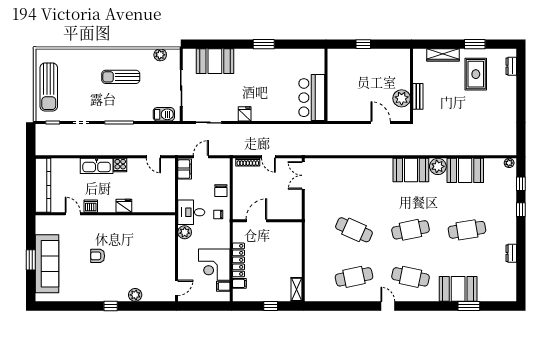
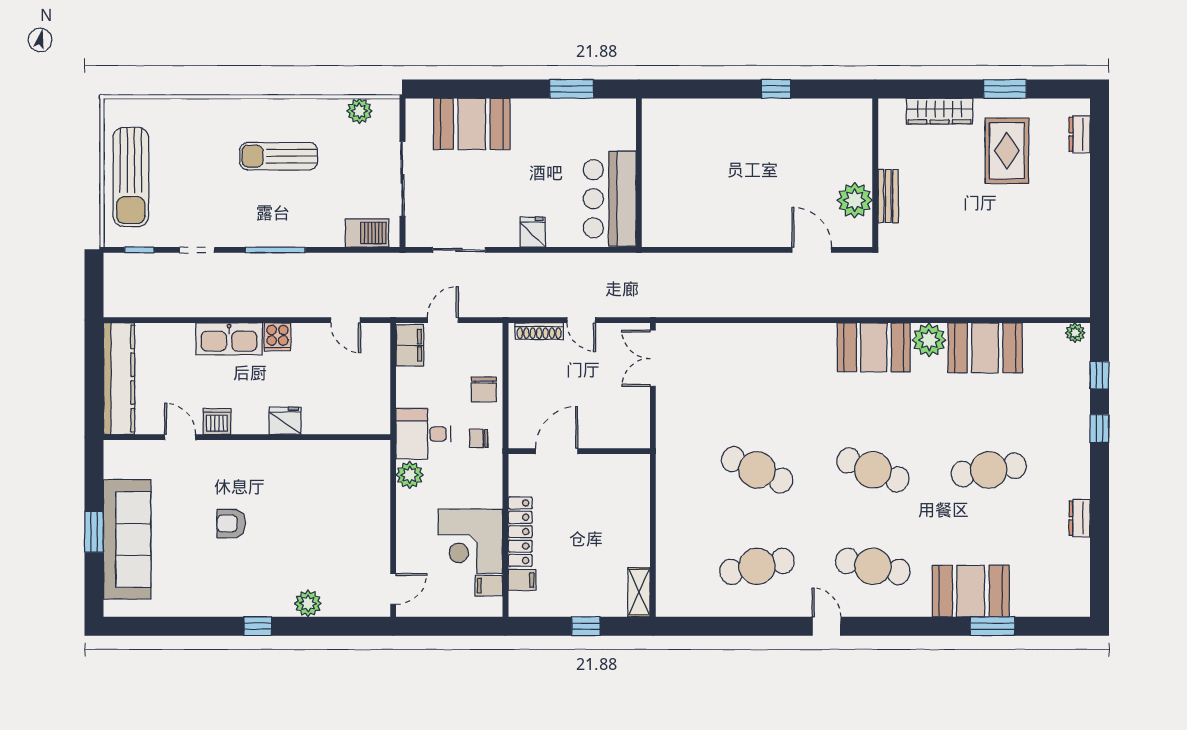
wall: (326, 85) -> (639, 173), moved
bar counter: (312, 98) -> (610, 199), moved
cafe table: (410, 230) -> (873, 470), turned 33

